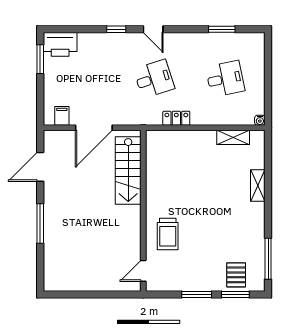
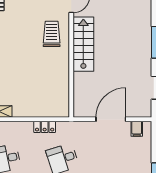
stairs: (128, 170) -> (83, 44), moved

